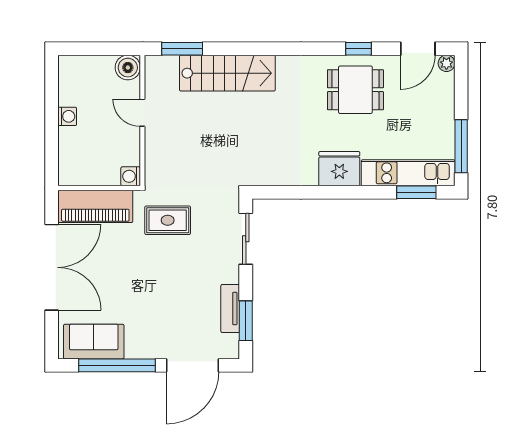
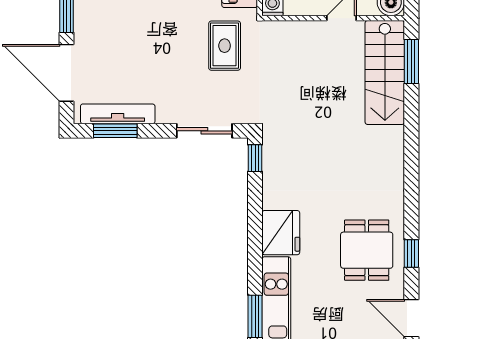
stairs: (227, 73) -> (385, 72), moved
window: (271, 192) -> (255, 158), added
tv unit: (230, 309) -> (118, 114), width x1.41

